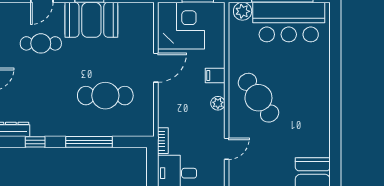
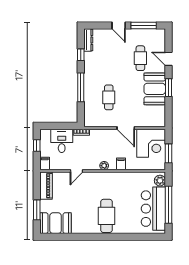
cafe table: (105, 96) -> (109, 97), width x0.73, depth x0.74
cafe table: (258, 98) -> (106, 216), moved, turned -55
door: (227, 149) -> (76, 171), hinge flipped

